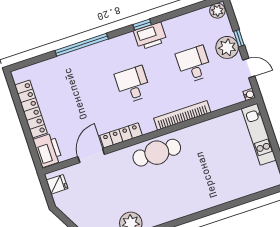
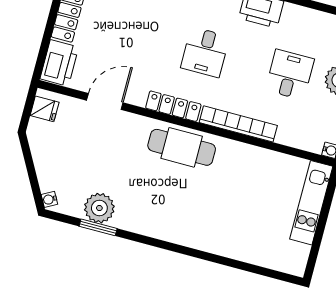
desk: (133, 85) -> (205, 52), turned 180
locker: (121, 135) -> (173, 106), moved

